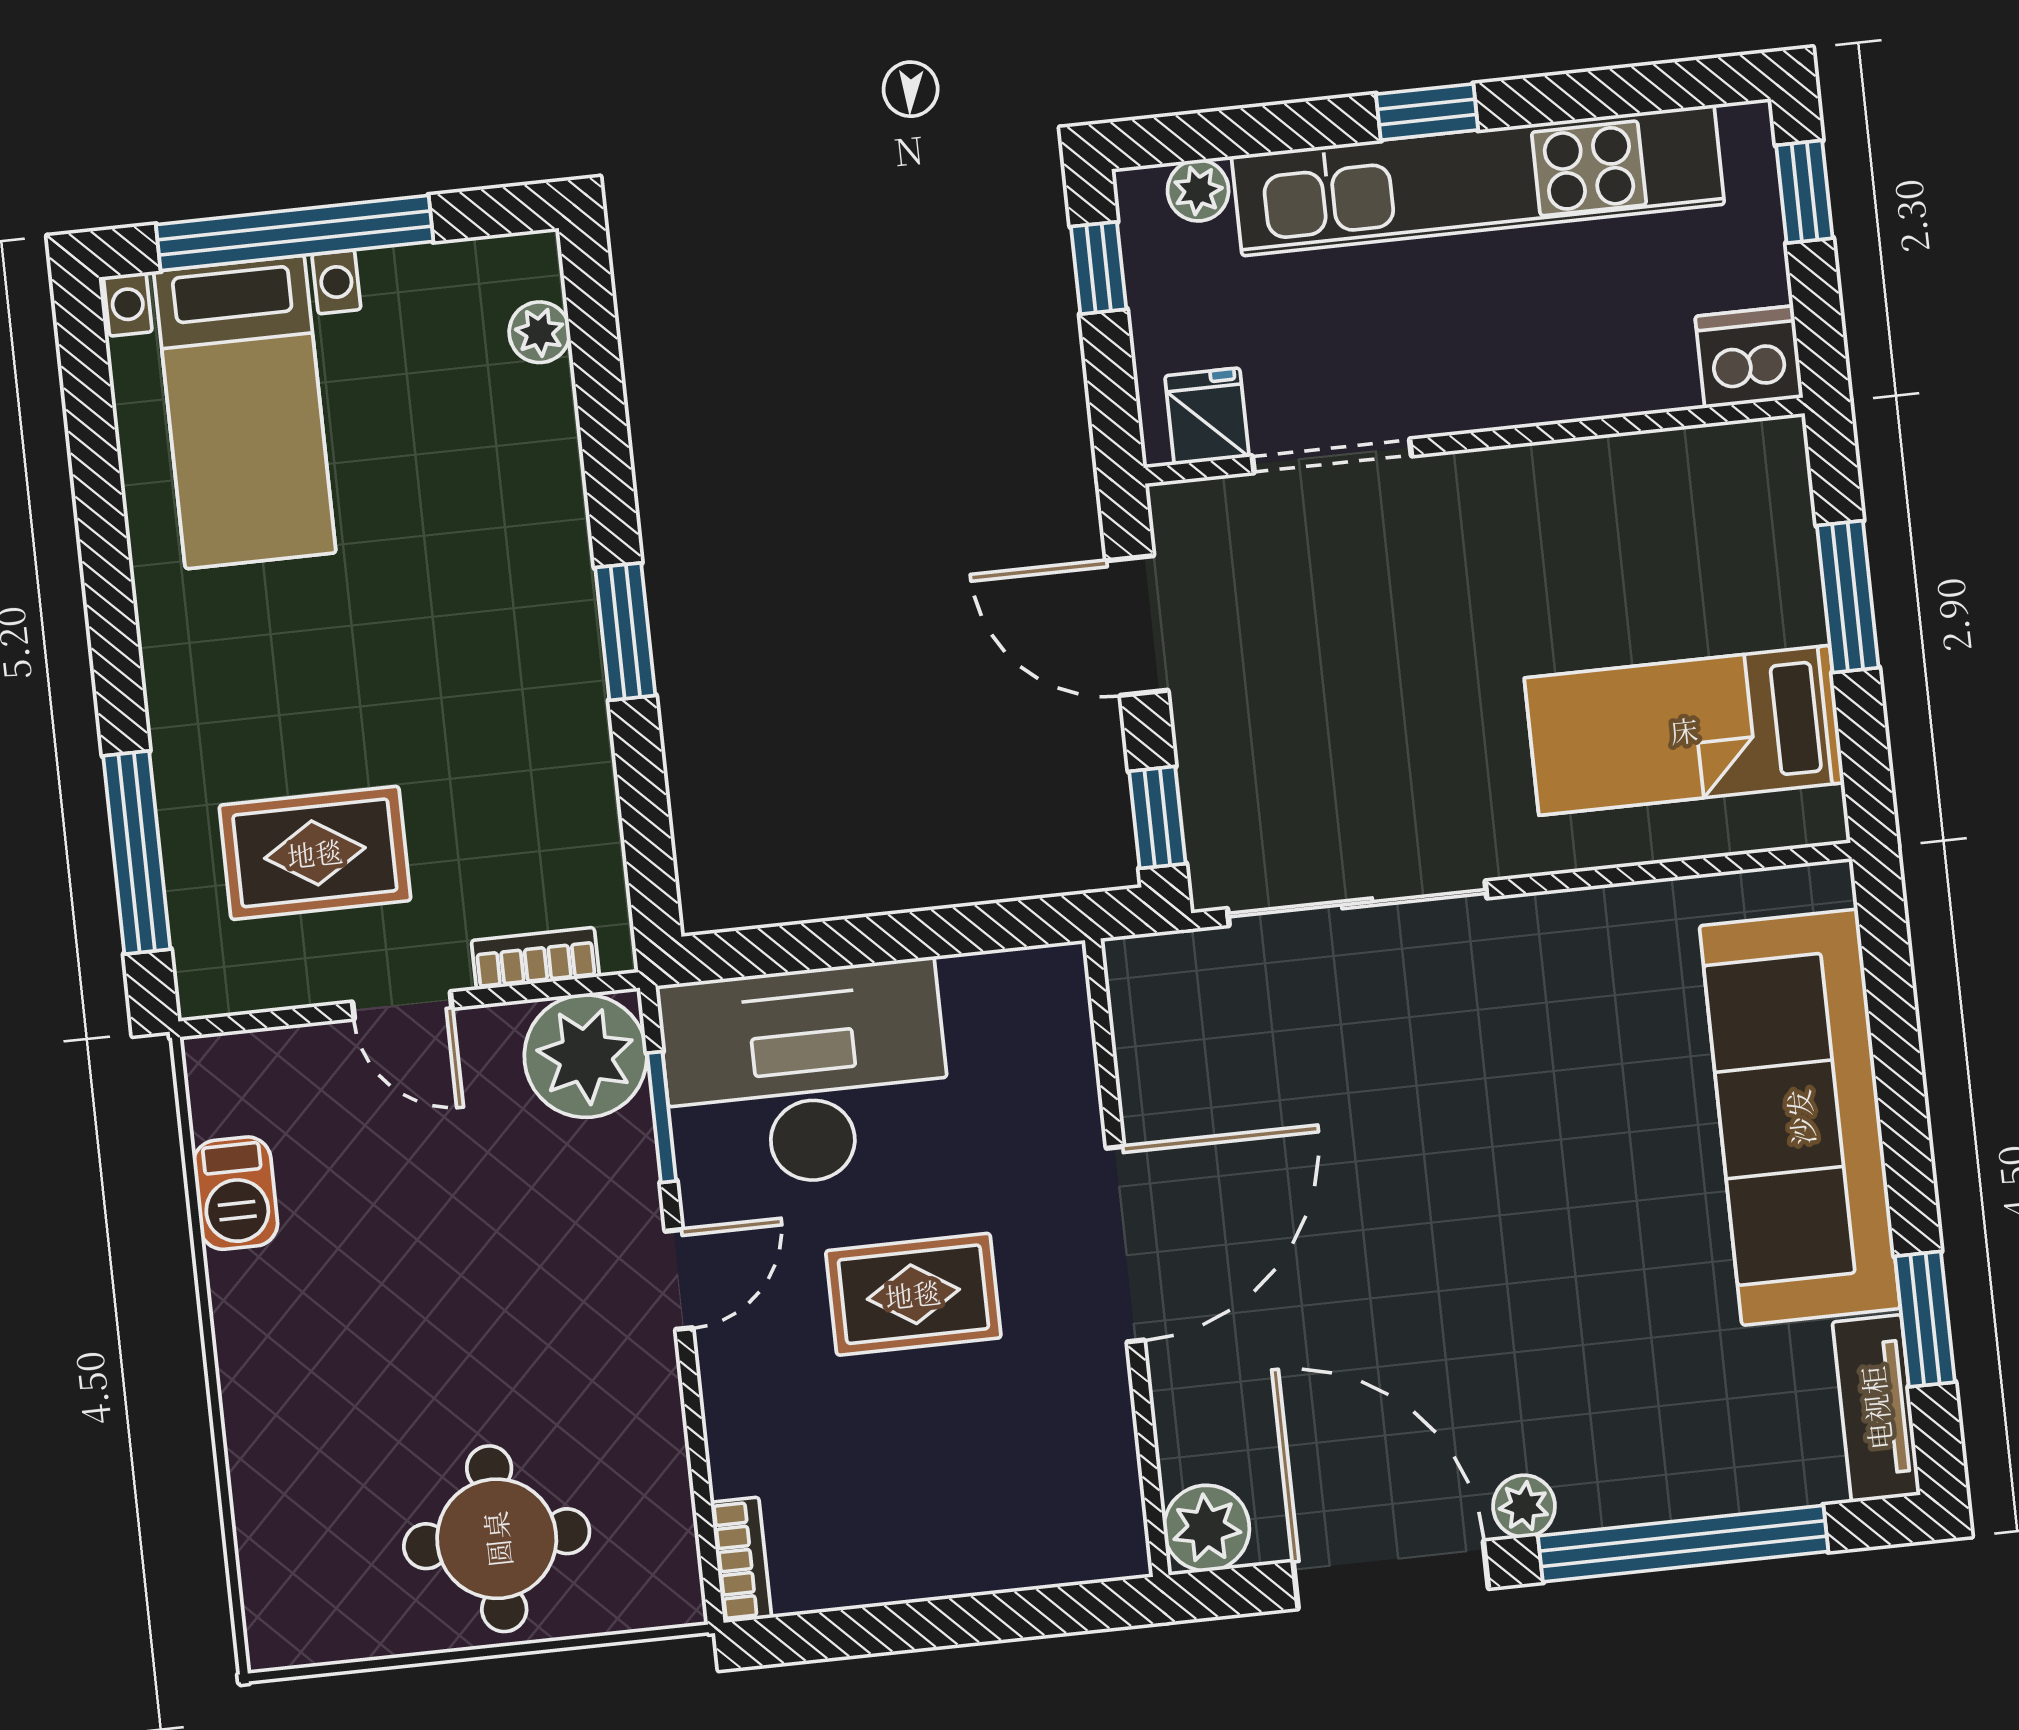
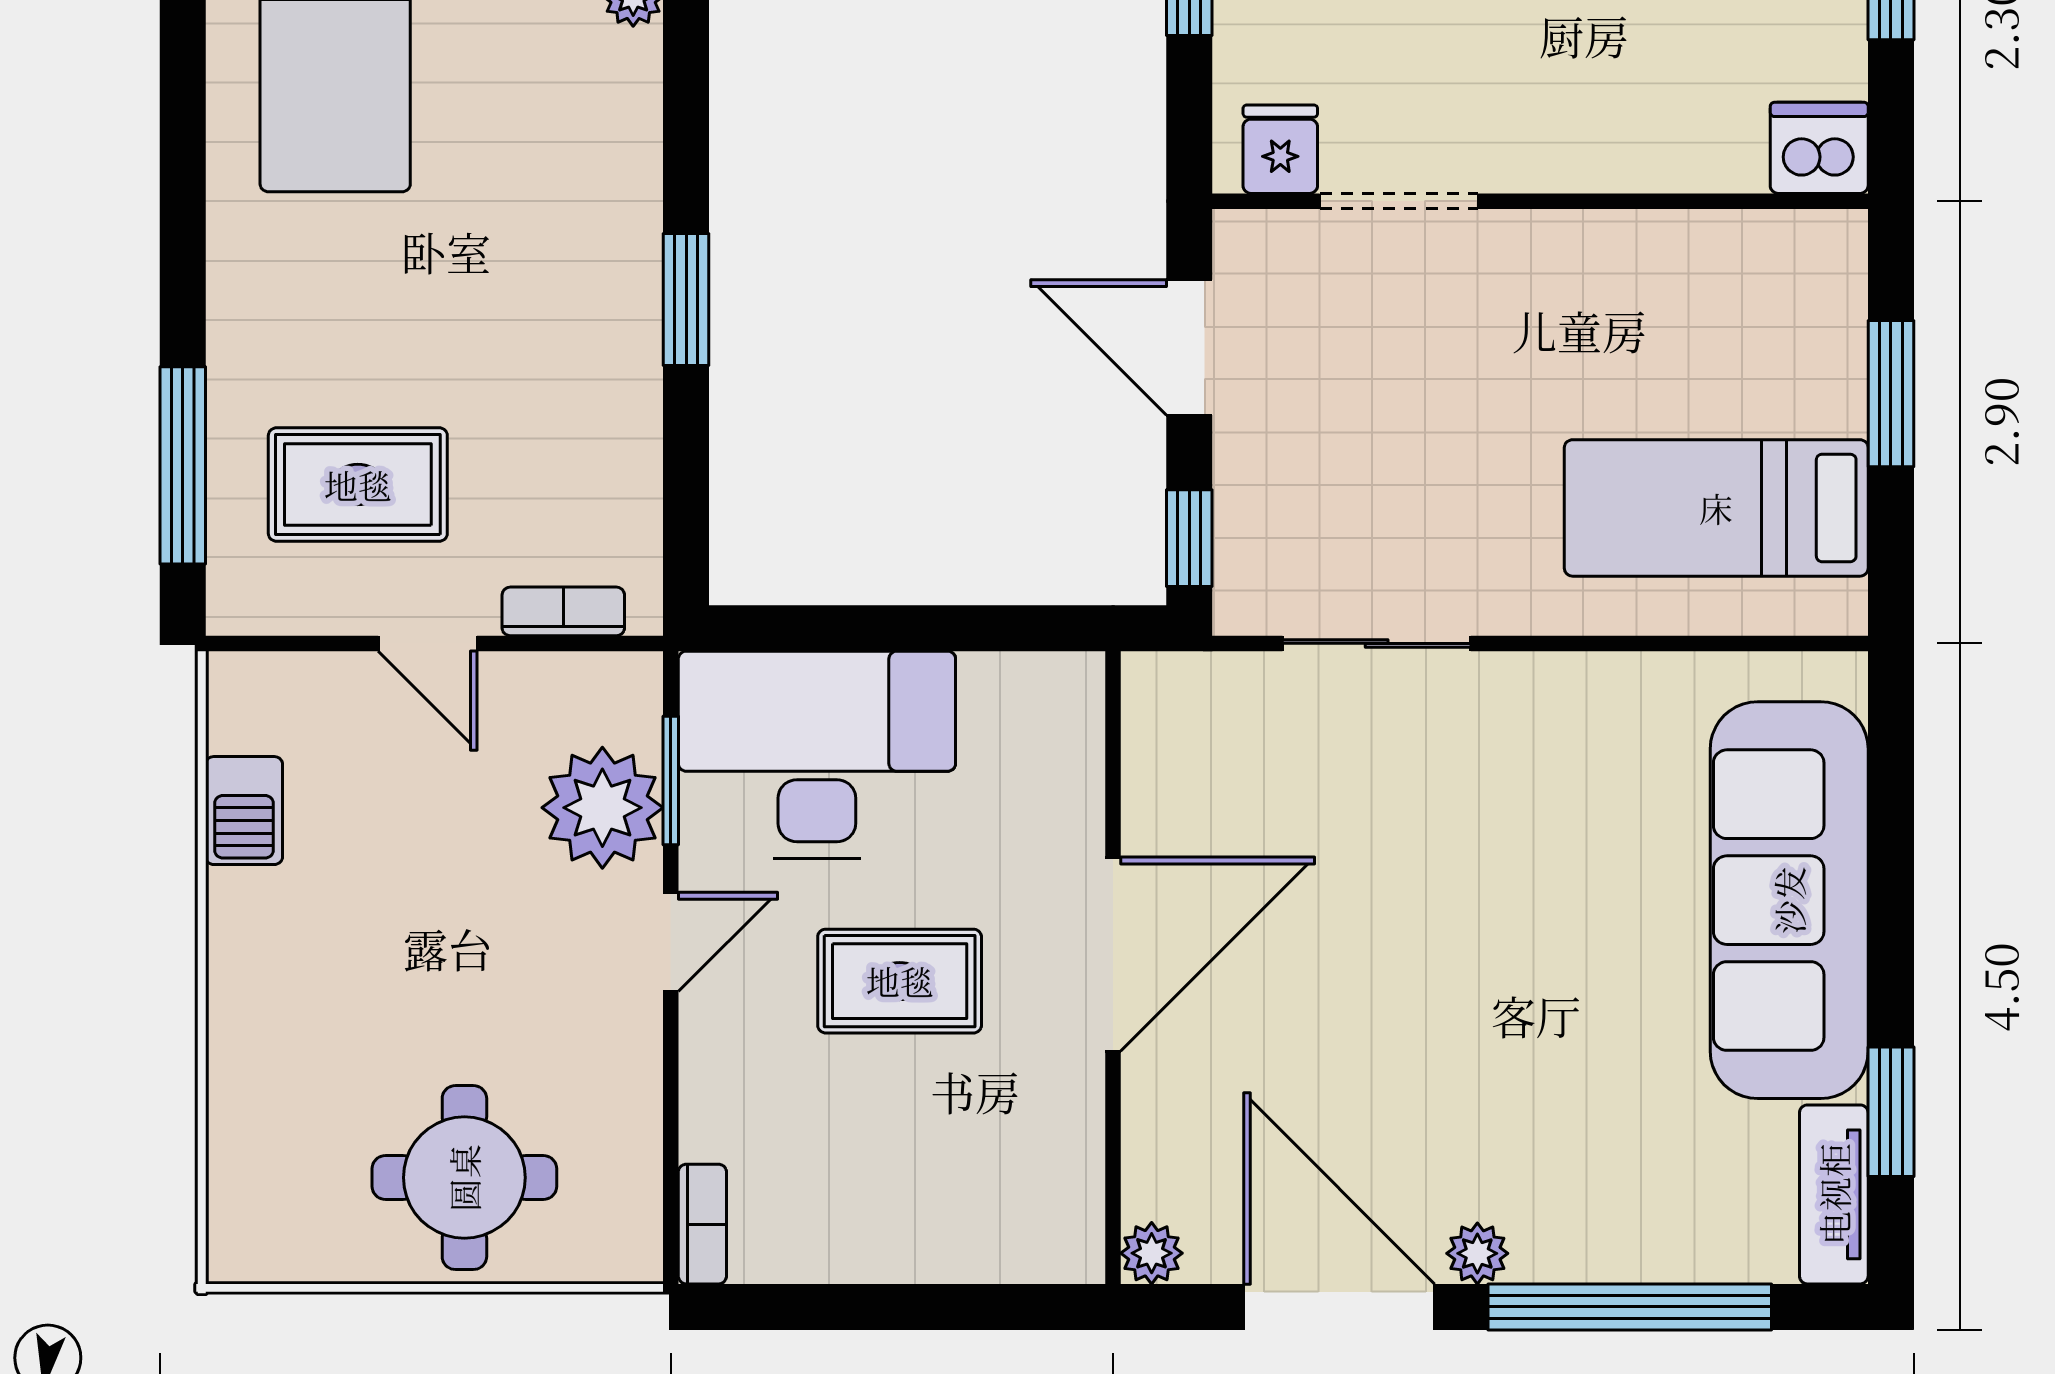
sliding door: (1357, 903) -> (1377, 643), width x0.73
plant: (586, 1056) -> (602, 808), moved
plant: (1207, 1528) -> (1152, 1253), width x0.73, depth x0.73

